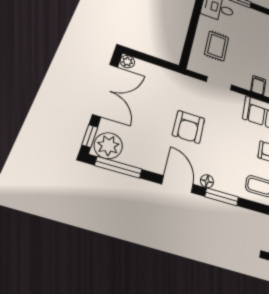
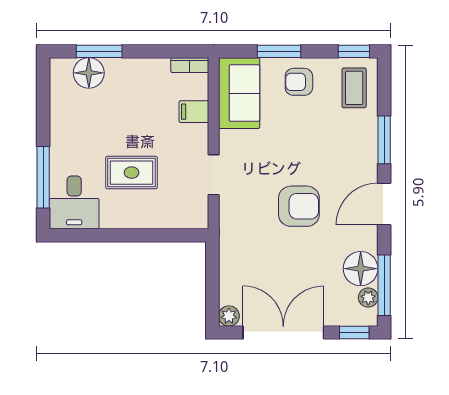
rug: (217, 46) -> (132, 173), moved
plant: (108, 146) -> (368, 298), width x0.53, depth x0.53
floor lamp: (207, 181) -> (361, 269), moved, width x1.89, depth x1.89

